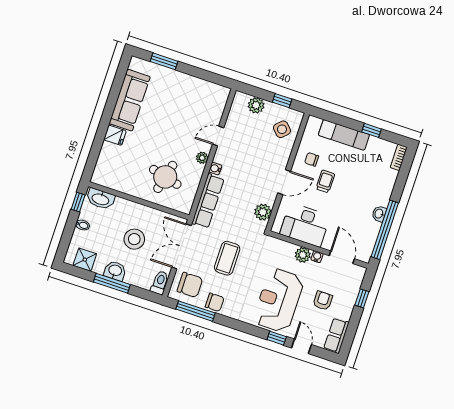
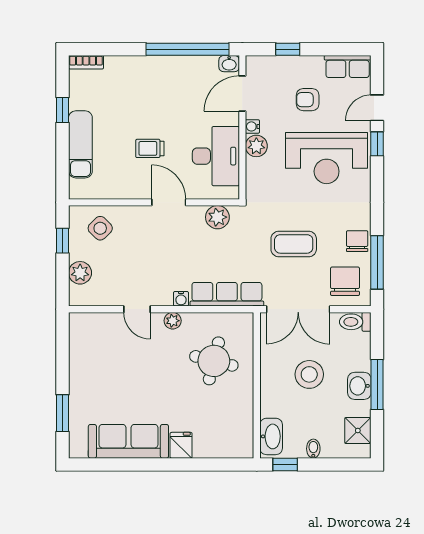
chair: (312, 159) -> (127, 176), removed
washbasin: (379, 214) -> (229, 64), moved

